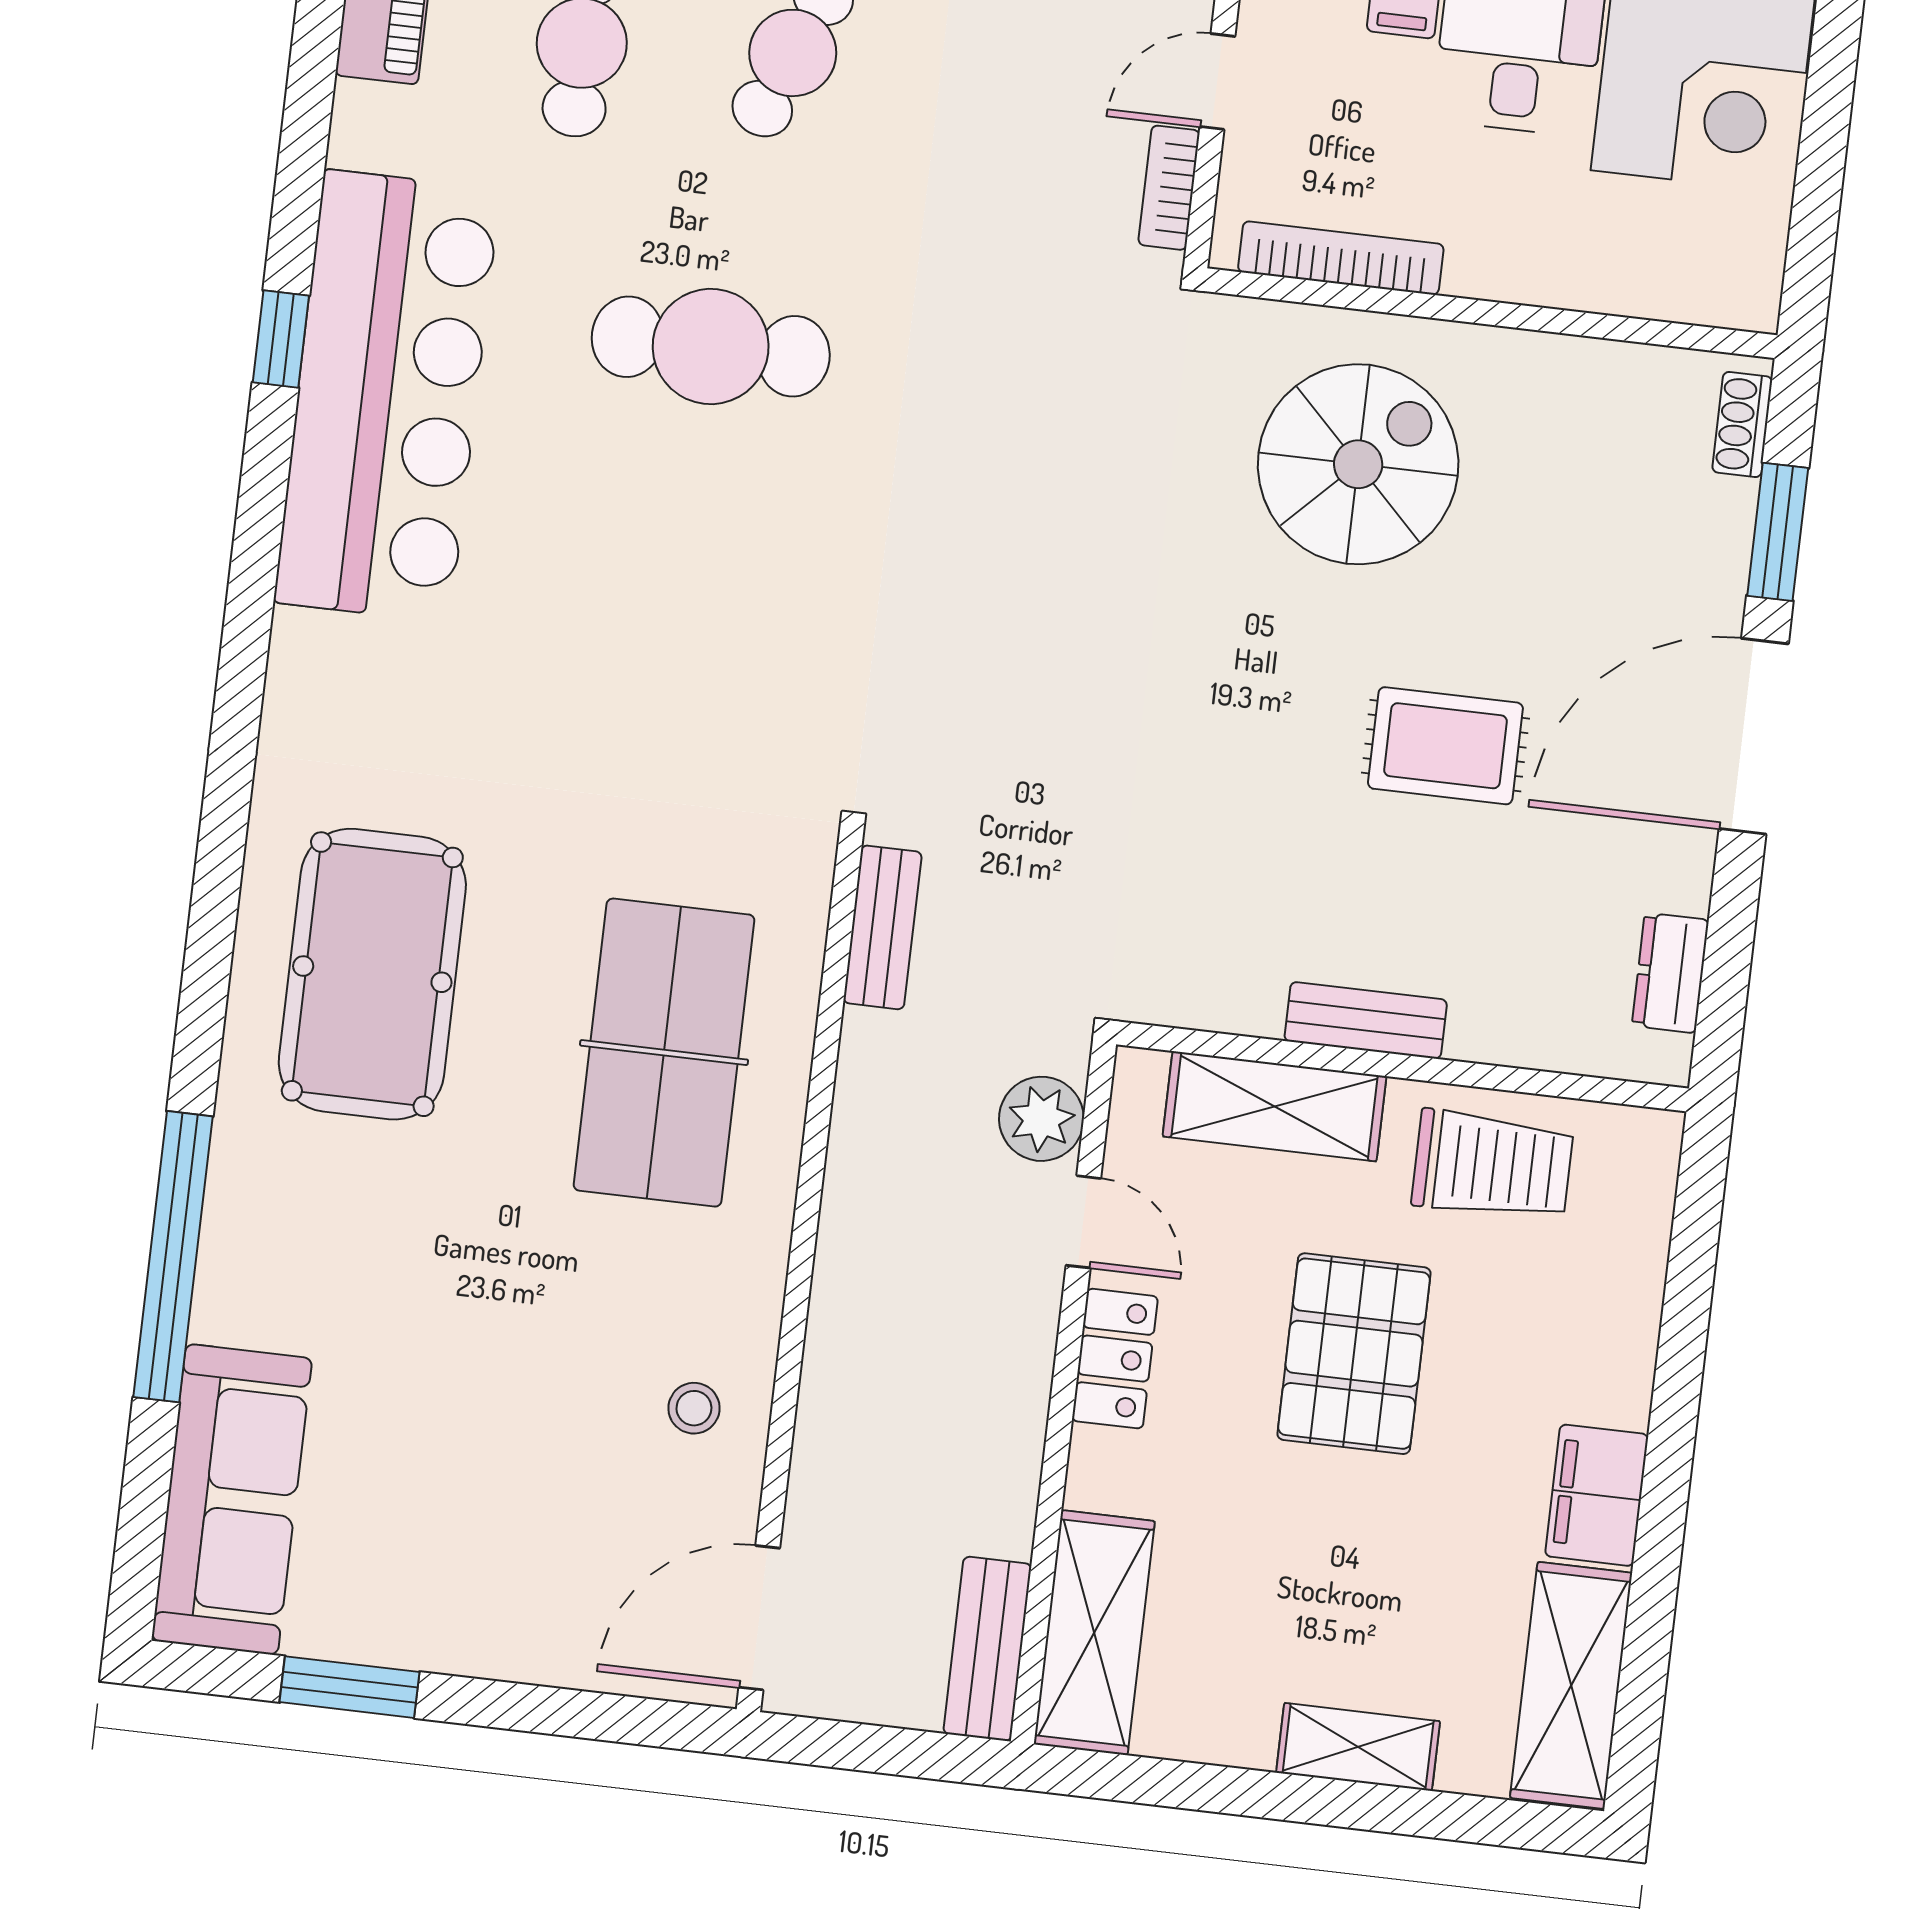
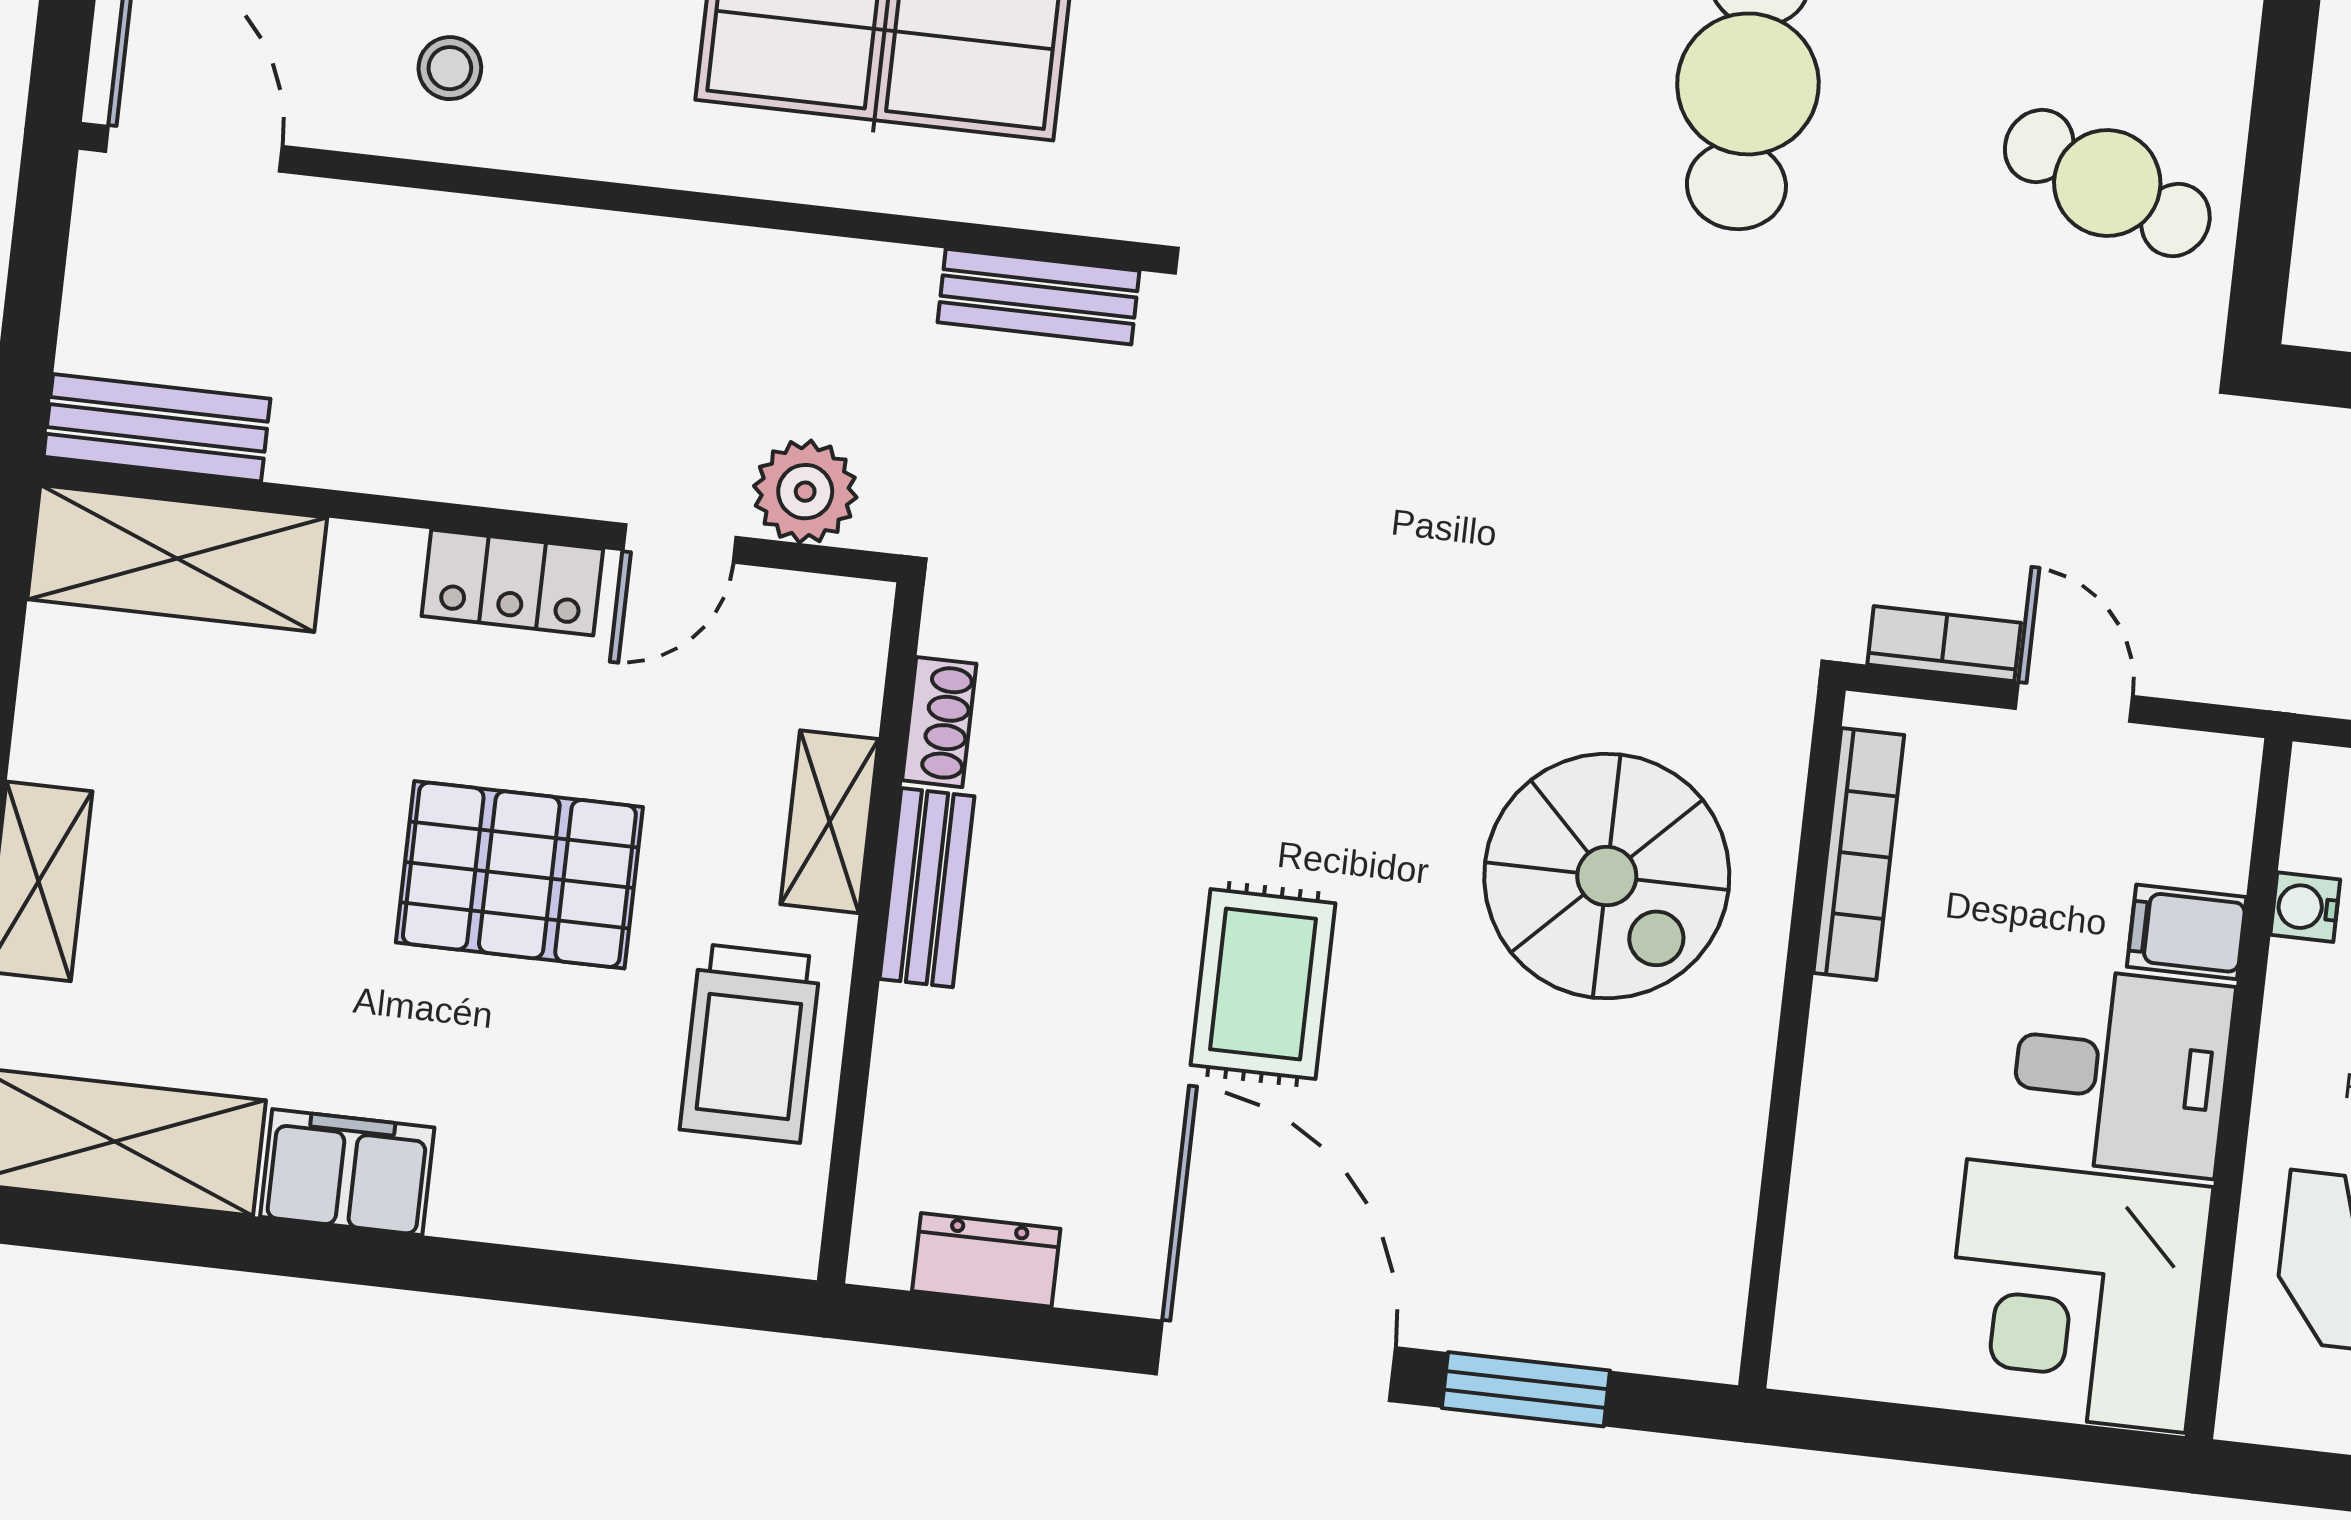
shoe rack: (1742, 425) -> (939, 722), moved, turned 90
shelving: (1275, 1106) -> (829, 822), width x0.67, depth x0.75

